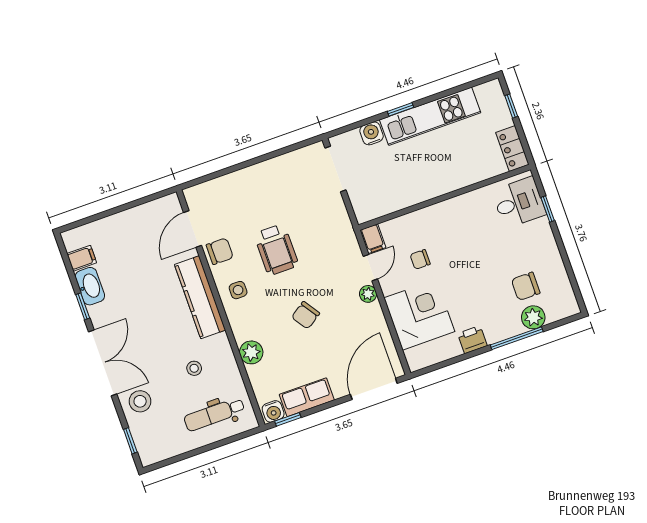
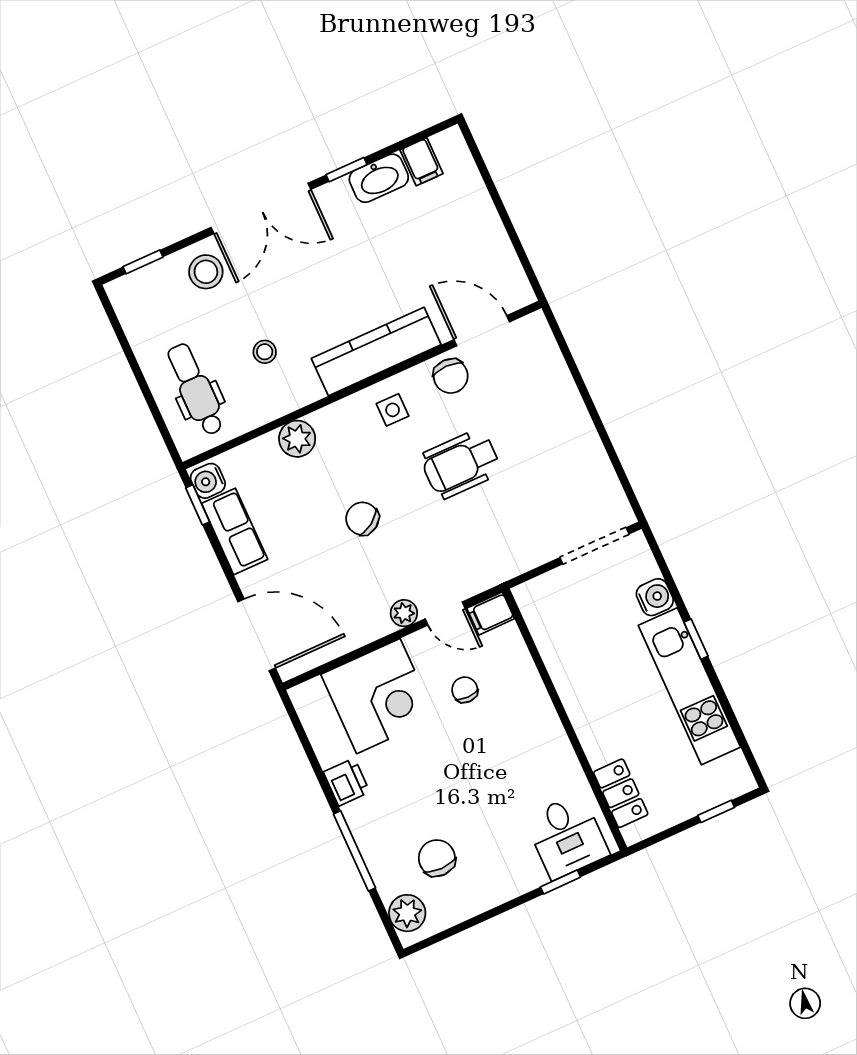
locker: (512, 149) -> (621, 793), moved, turned 90
plant: (533, 317) -> (407, 913), moved

